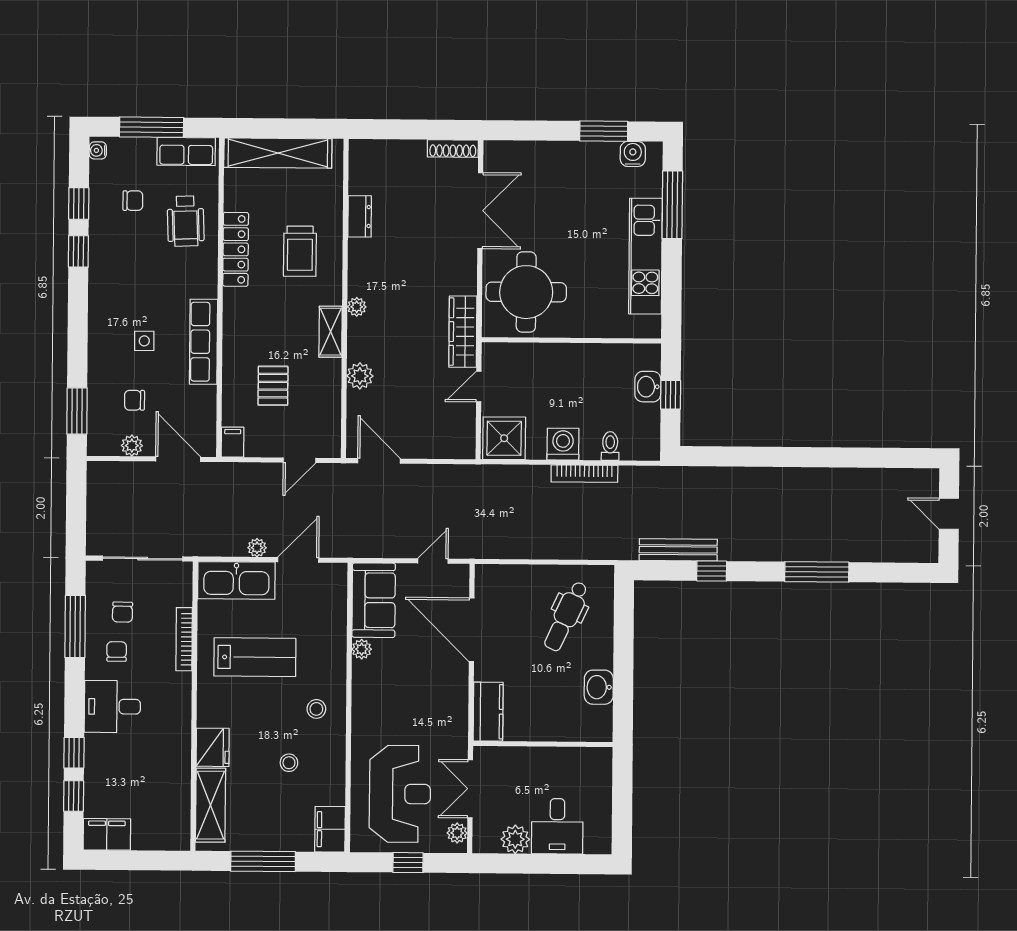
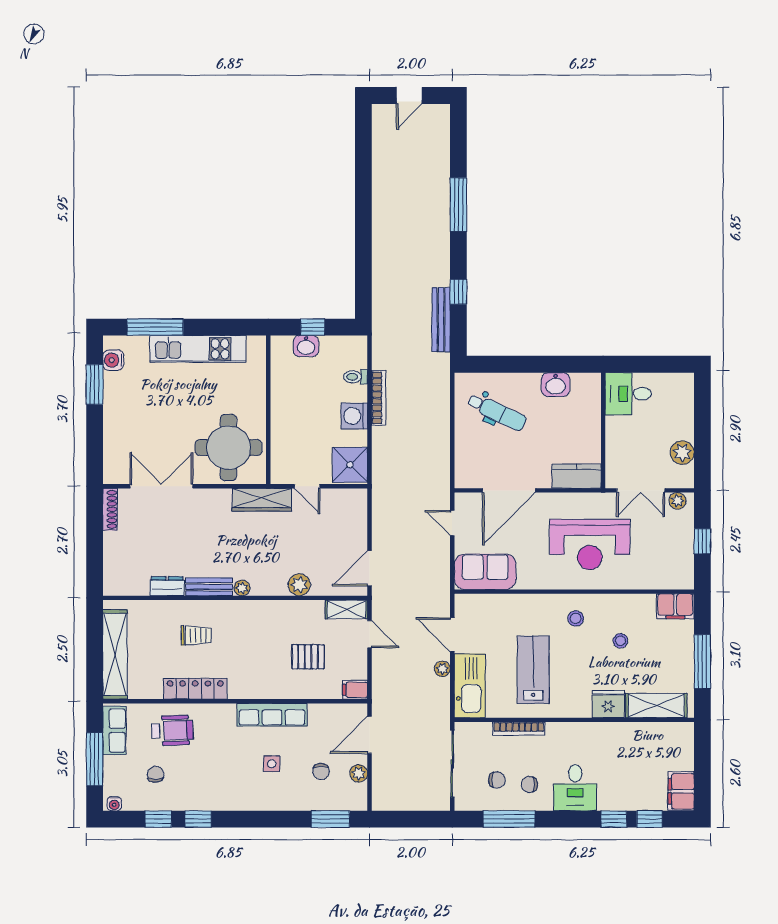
trolley: (300, 251) -> (196, 635), width x0.73, depth x0.72
bench: (358, 267) -> (209, 587), added
shelving: (331, 332) -> (346, 609), moved
plant: (362, 649) -> (526, 581), removed
reception desk: (400, 794) -> (590, 544), moved, turned 180
desk: (557, 826) -> (628, 394), moved, turned 180

